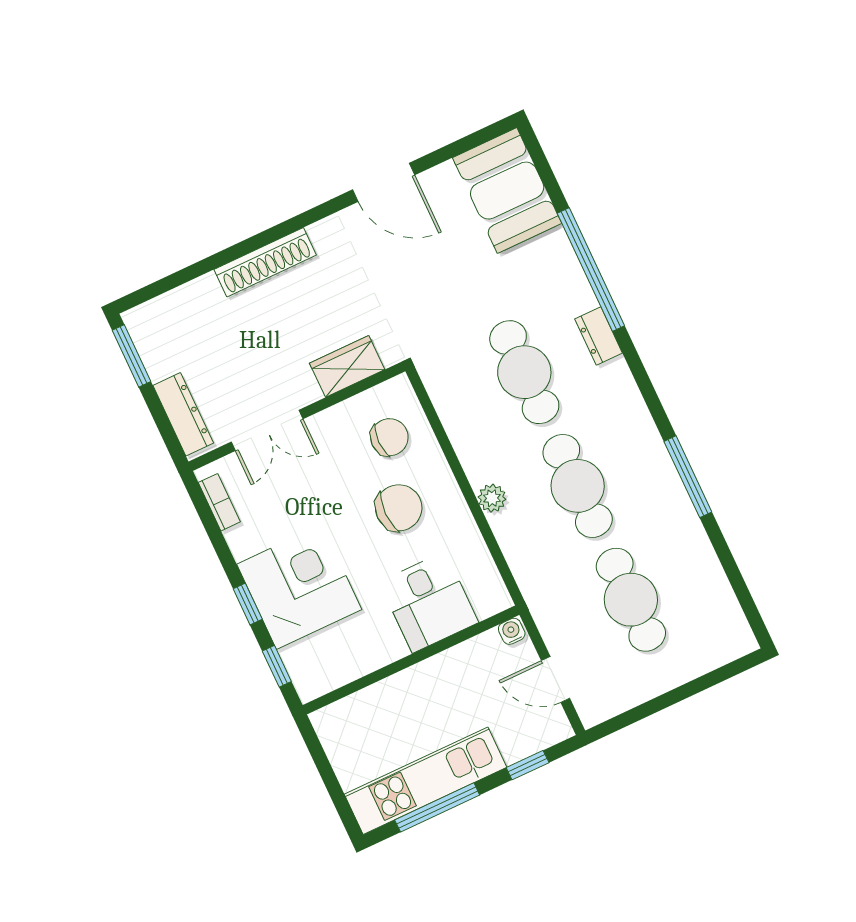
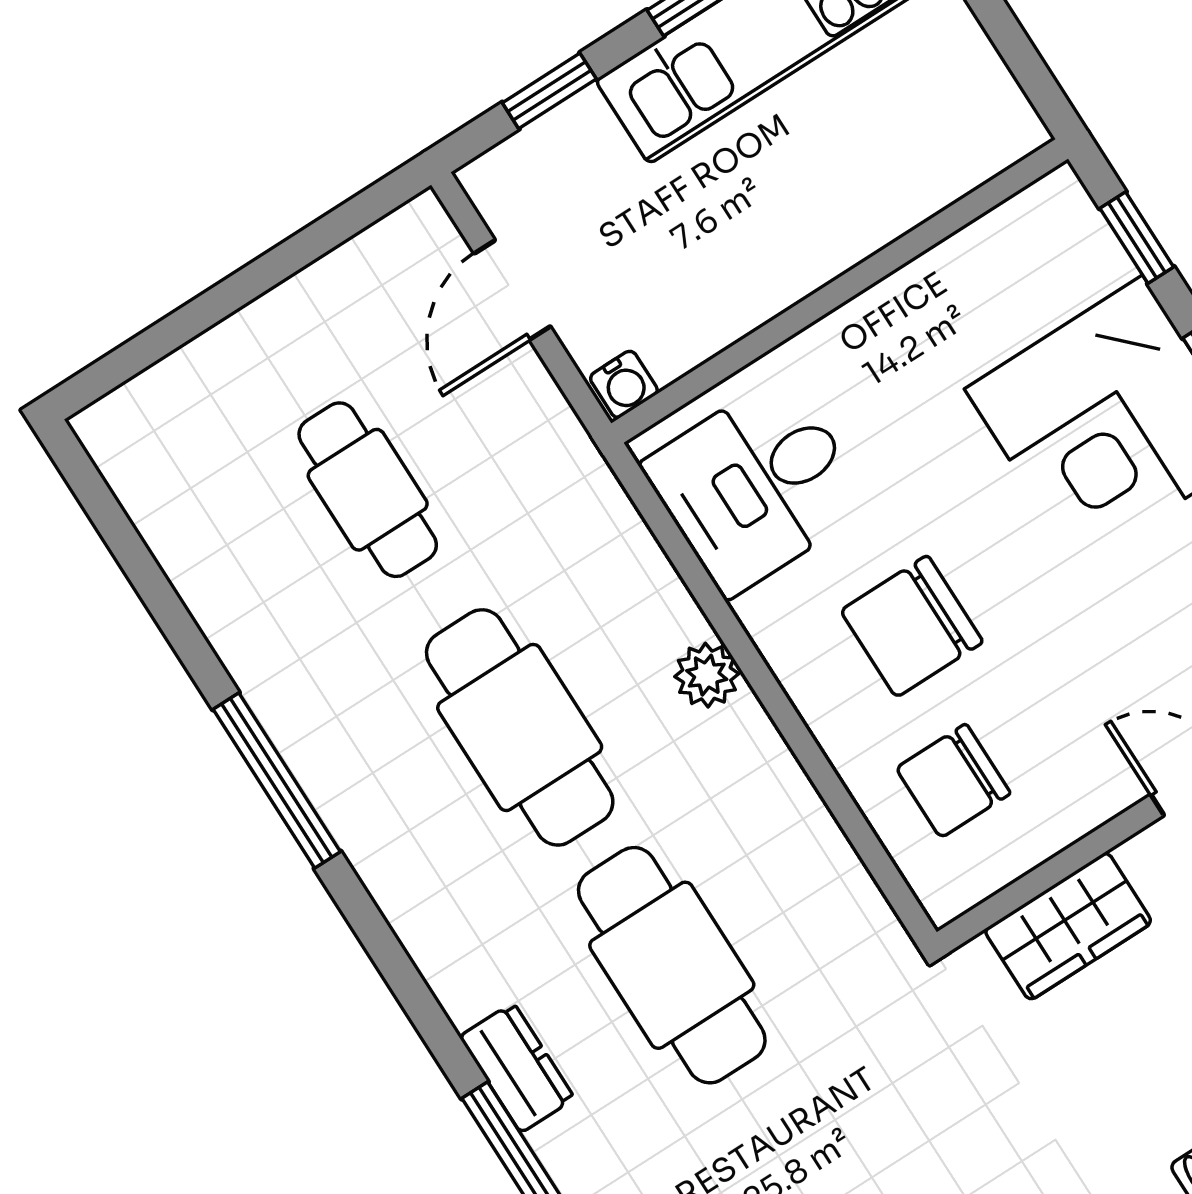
cafe table: (631, 600) -> (368, 490), width x0.73, depth x0.74
desk: (429, 602) -> (756, 485), moved, turned -90
door: (555, 679) -> (512, 290), swing flipped

